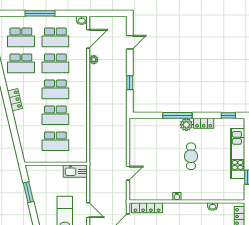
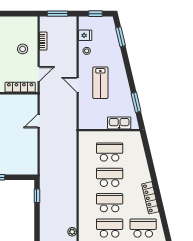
window: (130, 83) -> (37, 196), moved
locker: (15, 100) -> (150, 198), width x1.53
kitchen sink: (75, 171) -> (119, 123), moved

